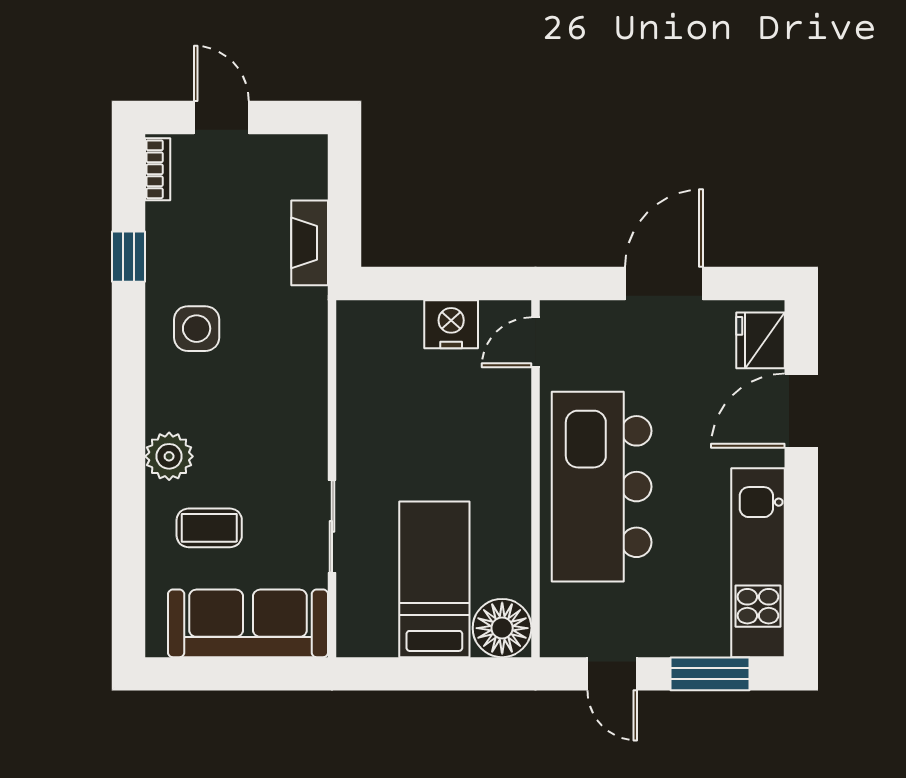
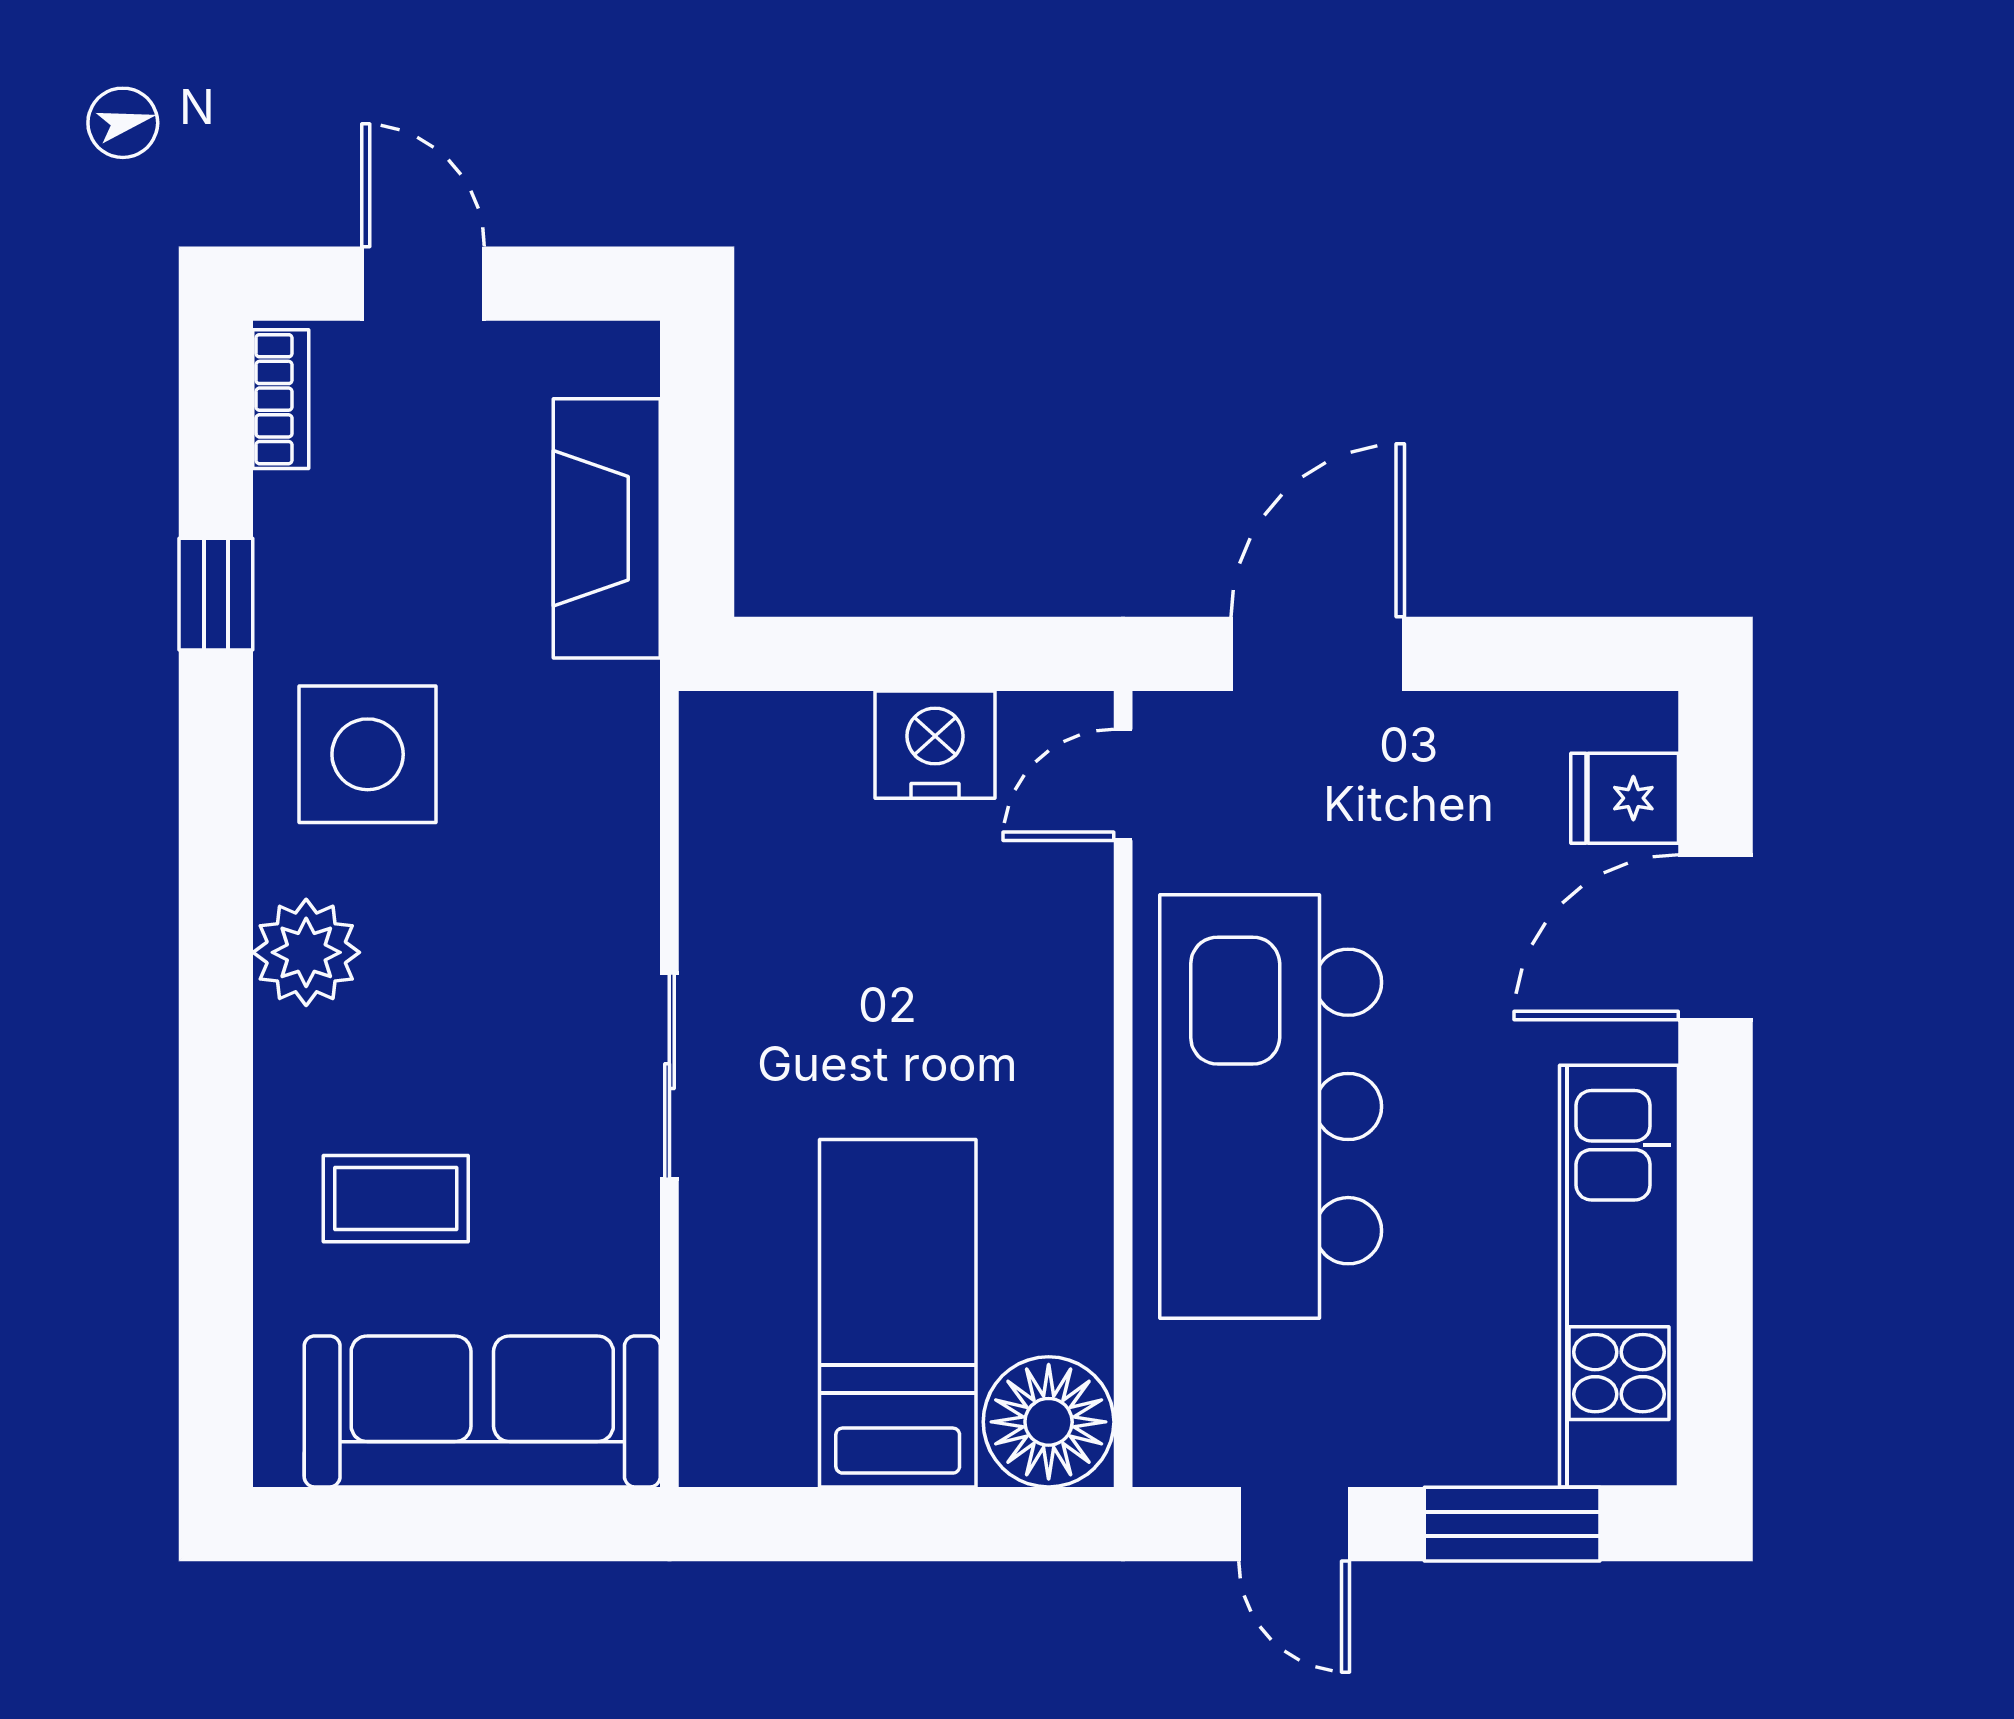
fireplace: (310, 243) -> (607, 528), width x1.37, depth x1.32
door: (664, 284) -> (1318, 654), moved
side table: (197, 329) -> (368, 754), width x1.37, depth x1.37
fridge: (760, 340) -> (1625, 798), width x0.72
plant: (169, 456) -> (306, 952), moved
sliding door: (332, 526) -> (669, 1076), moved

